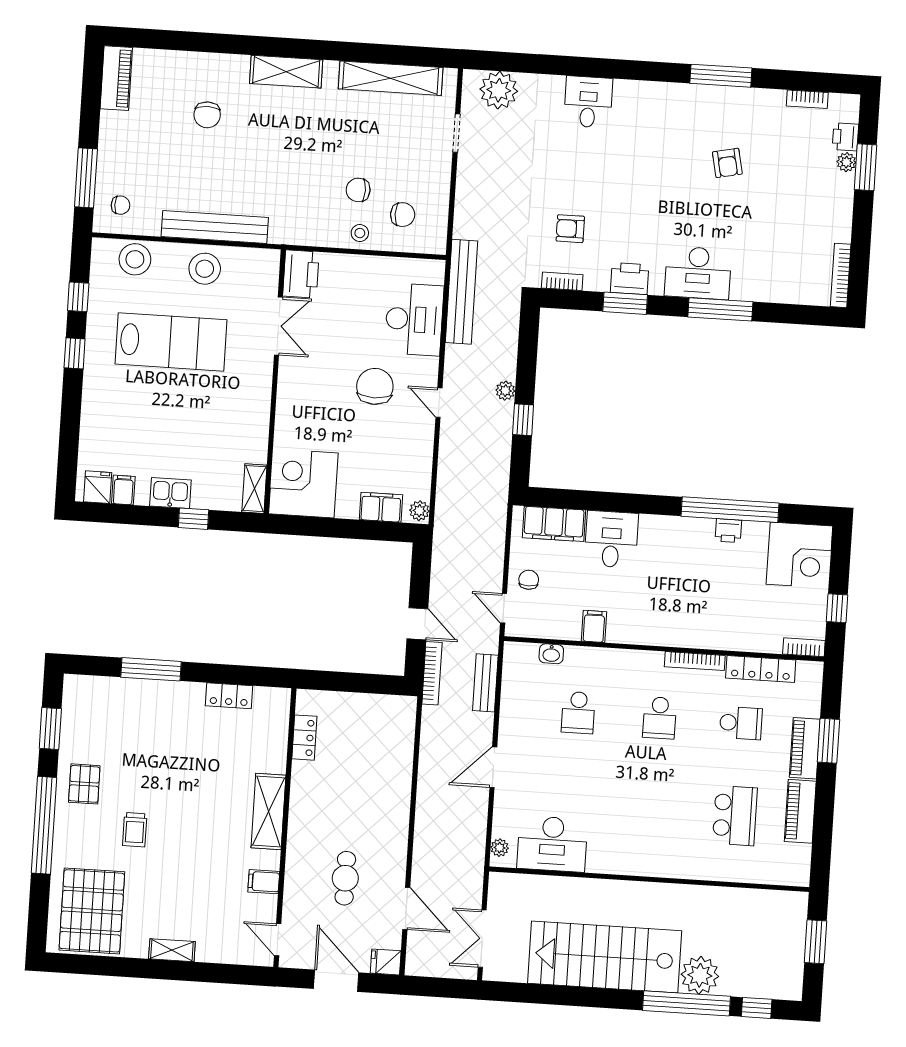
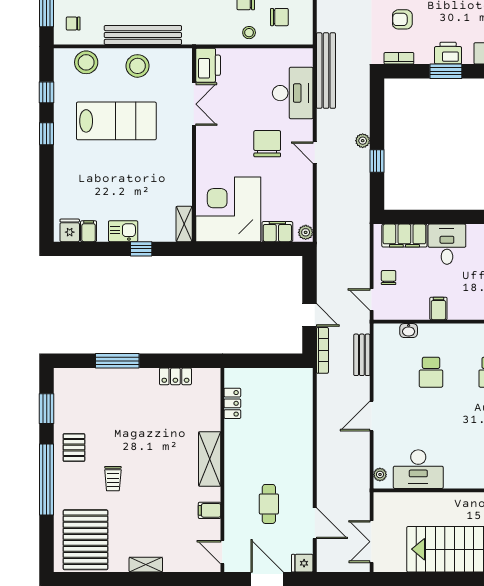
chair: (121, 205) -> (73, 24), turned 180
corner desk: (303, 483) -> (228, 209), width x1.36, depth x1.36

